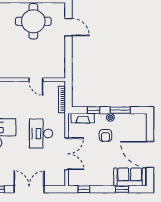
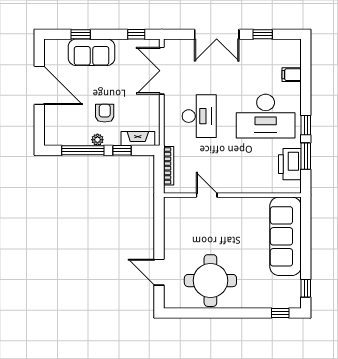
window: (120, 110) -> (83, 150), width x1.44
double door: (67, 154) -> (162, 71), moved
sofa: (130, 177) -> (91, 52), moved

